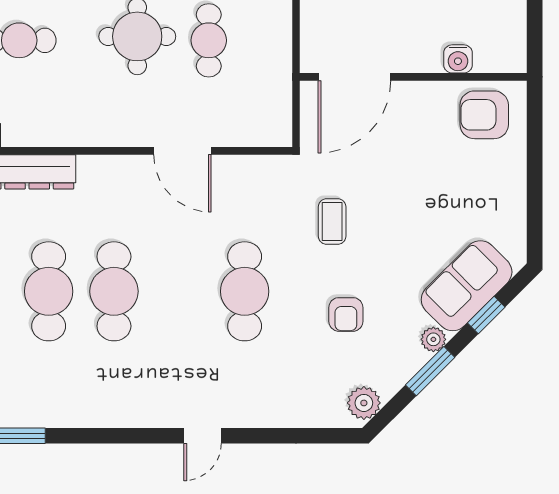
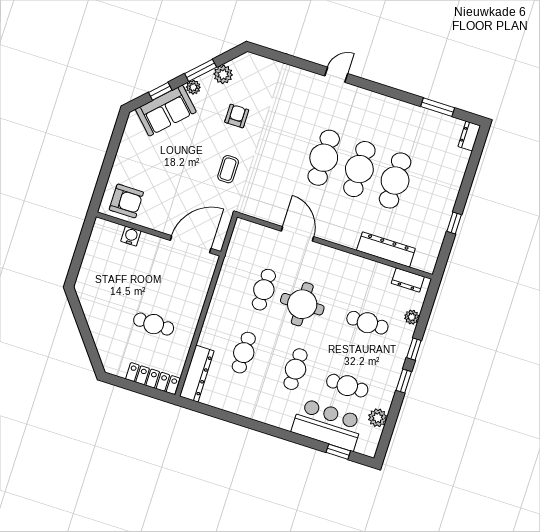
cafe table: (245, 291) -> (324, 158), moved
plant: (364, 403) -> (223, 74), moved

